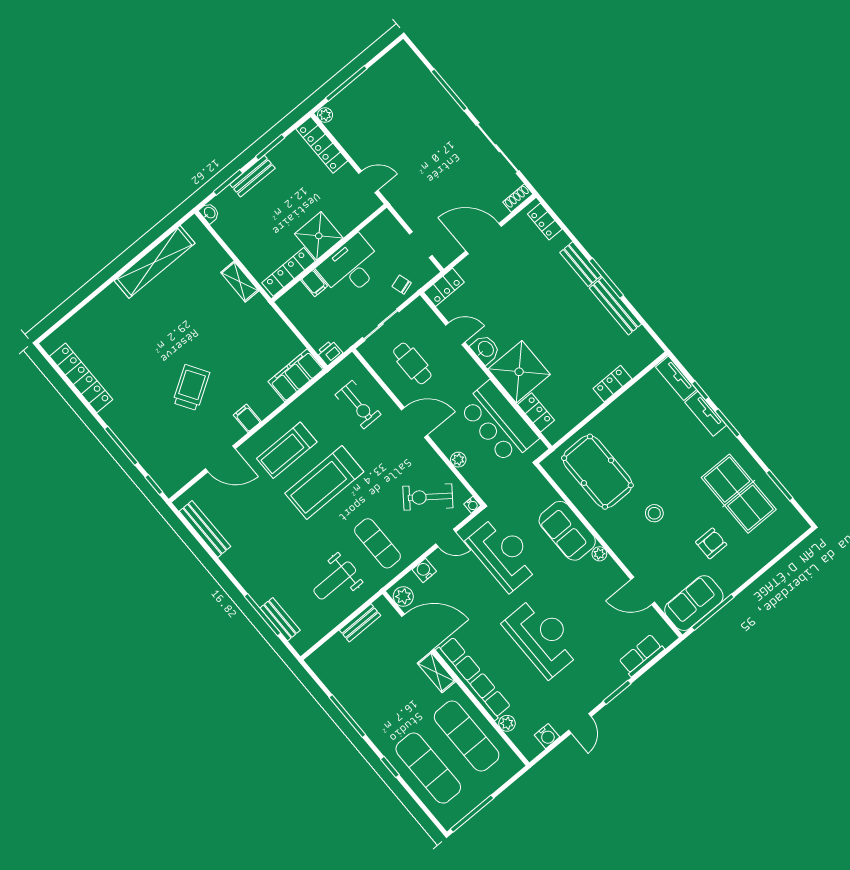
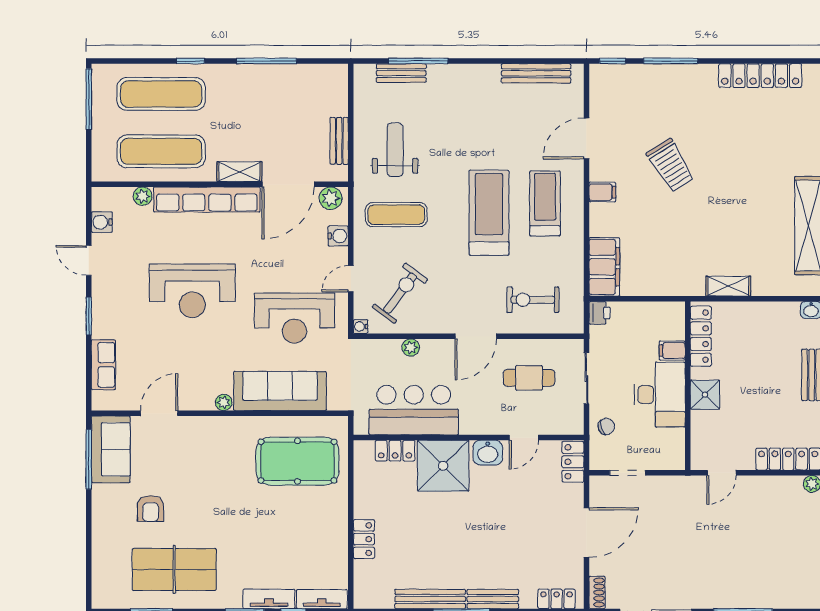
shower: (319, 236) -> (705, 395), width x0.73, depth x0.73
stool: (654, 513) -> (219, 481), removed
sofa: (567, 531) -> (280, 391), width x1.36

